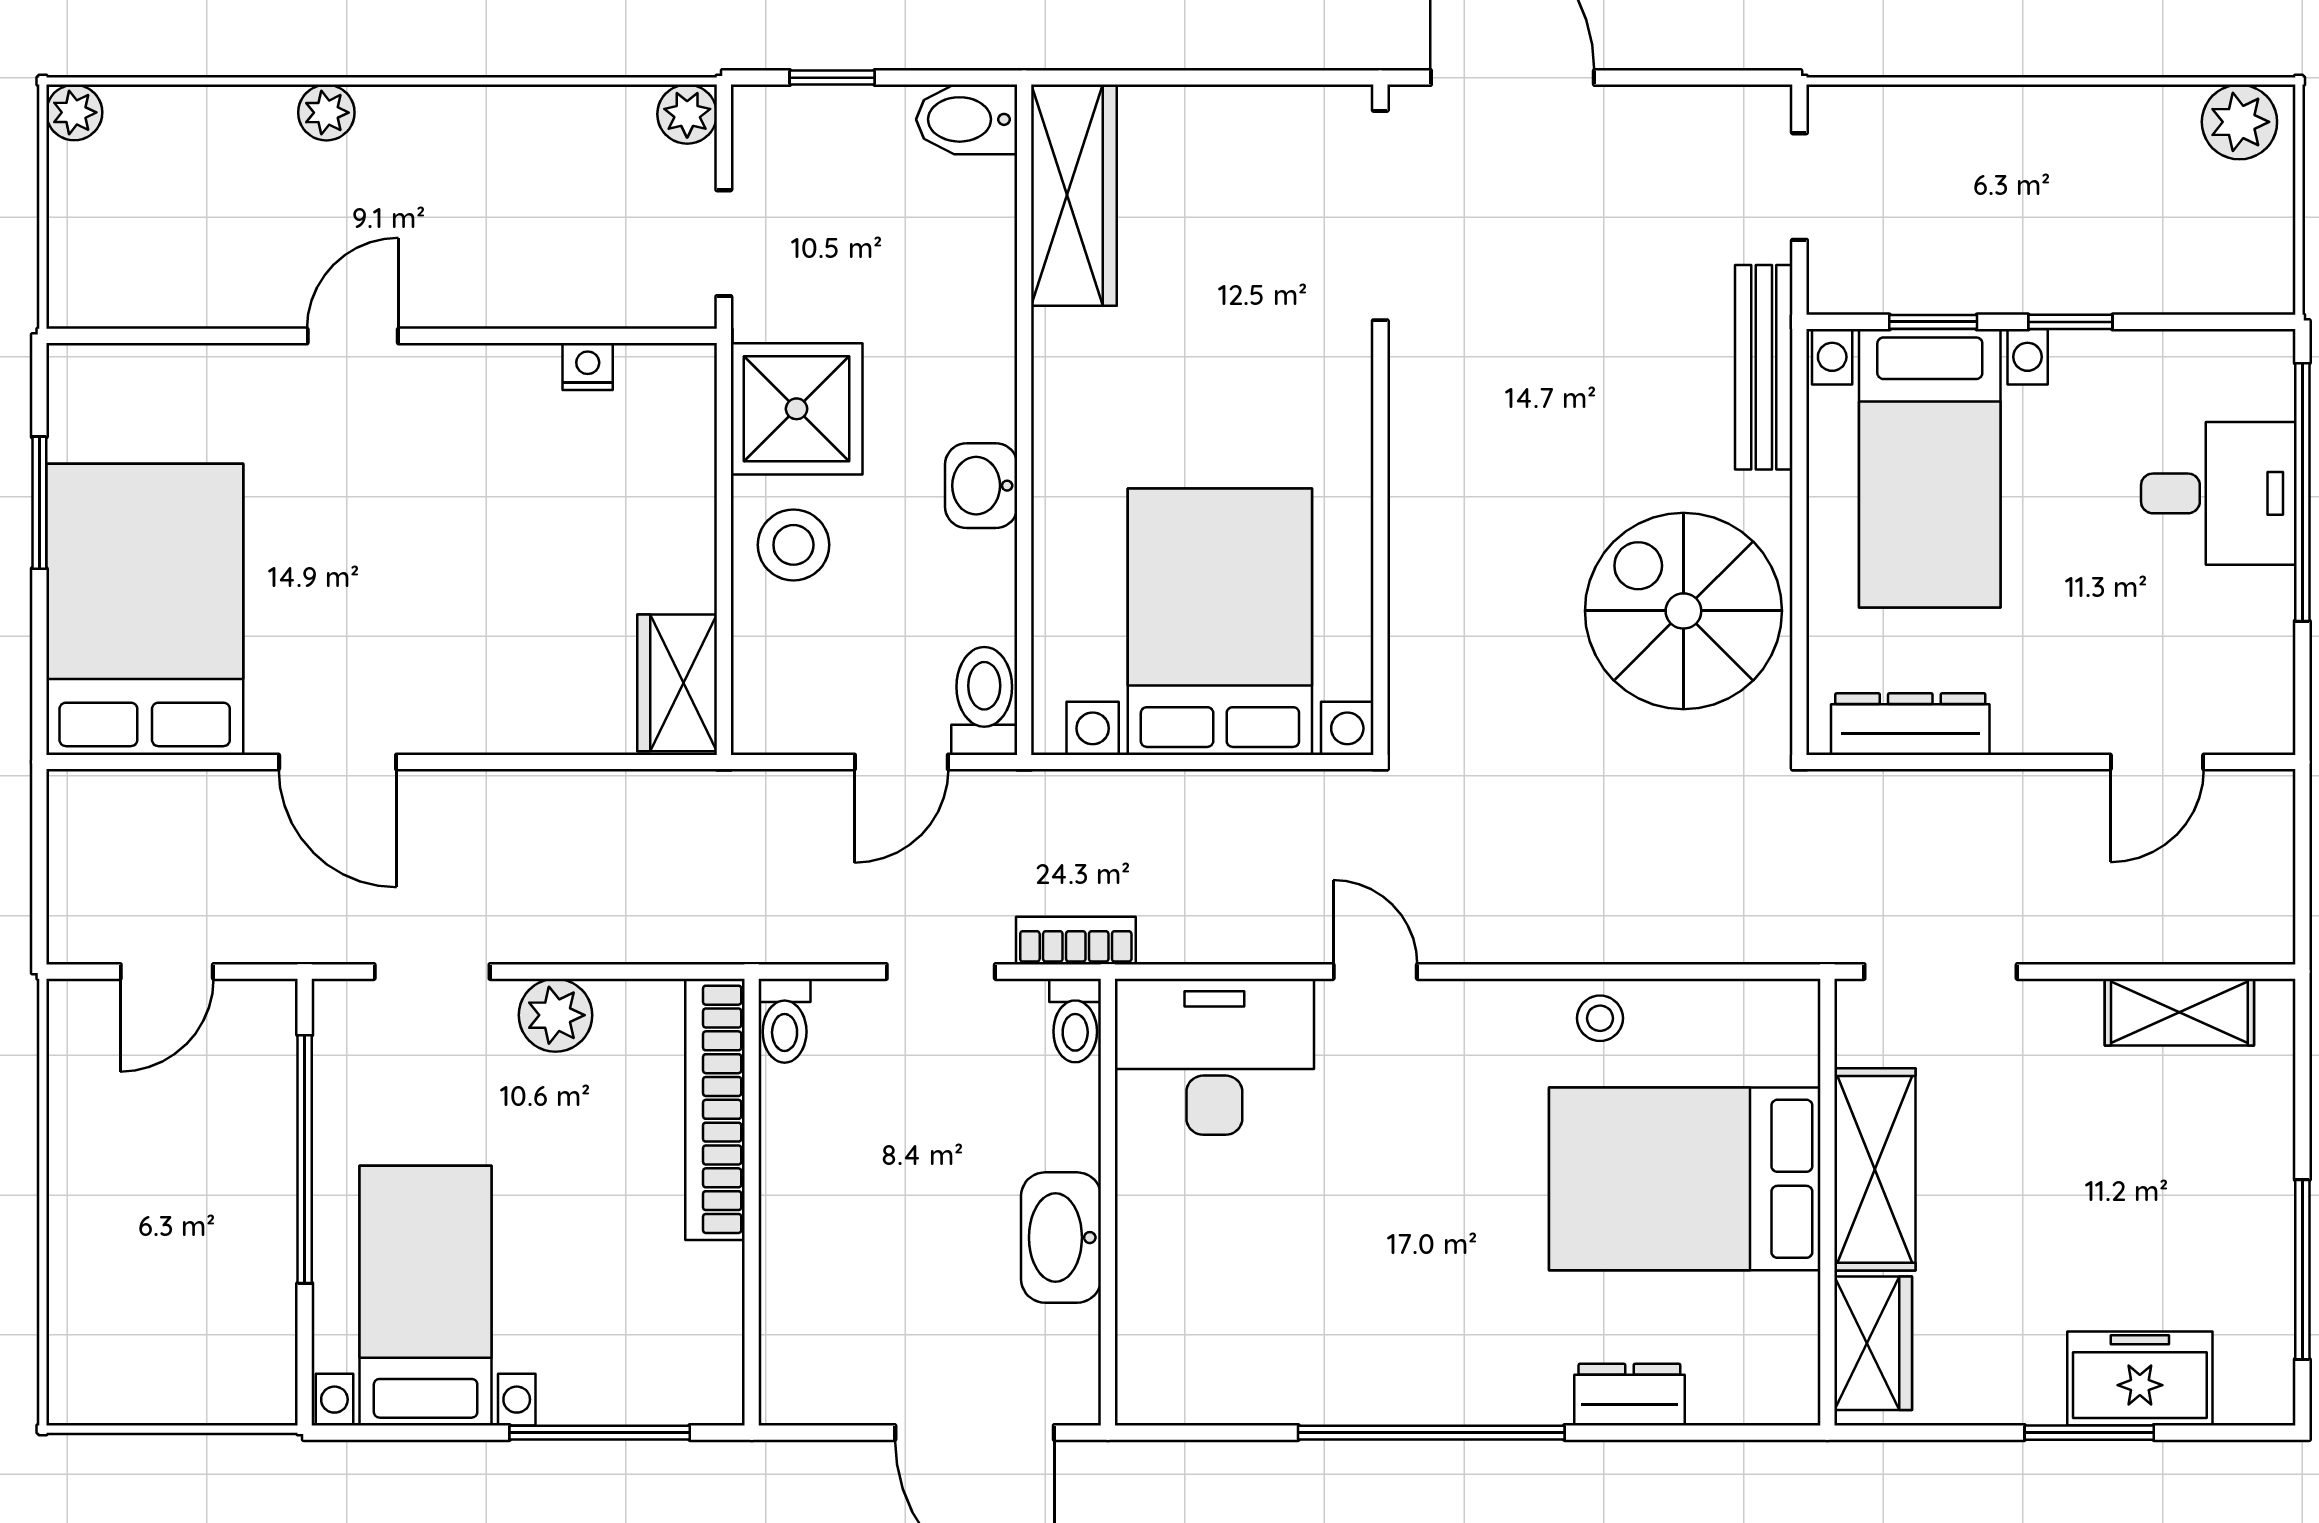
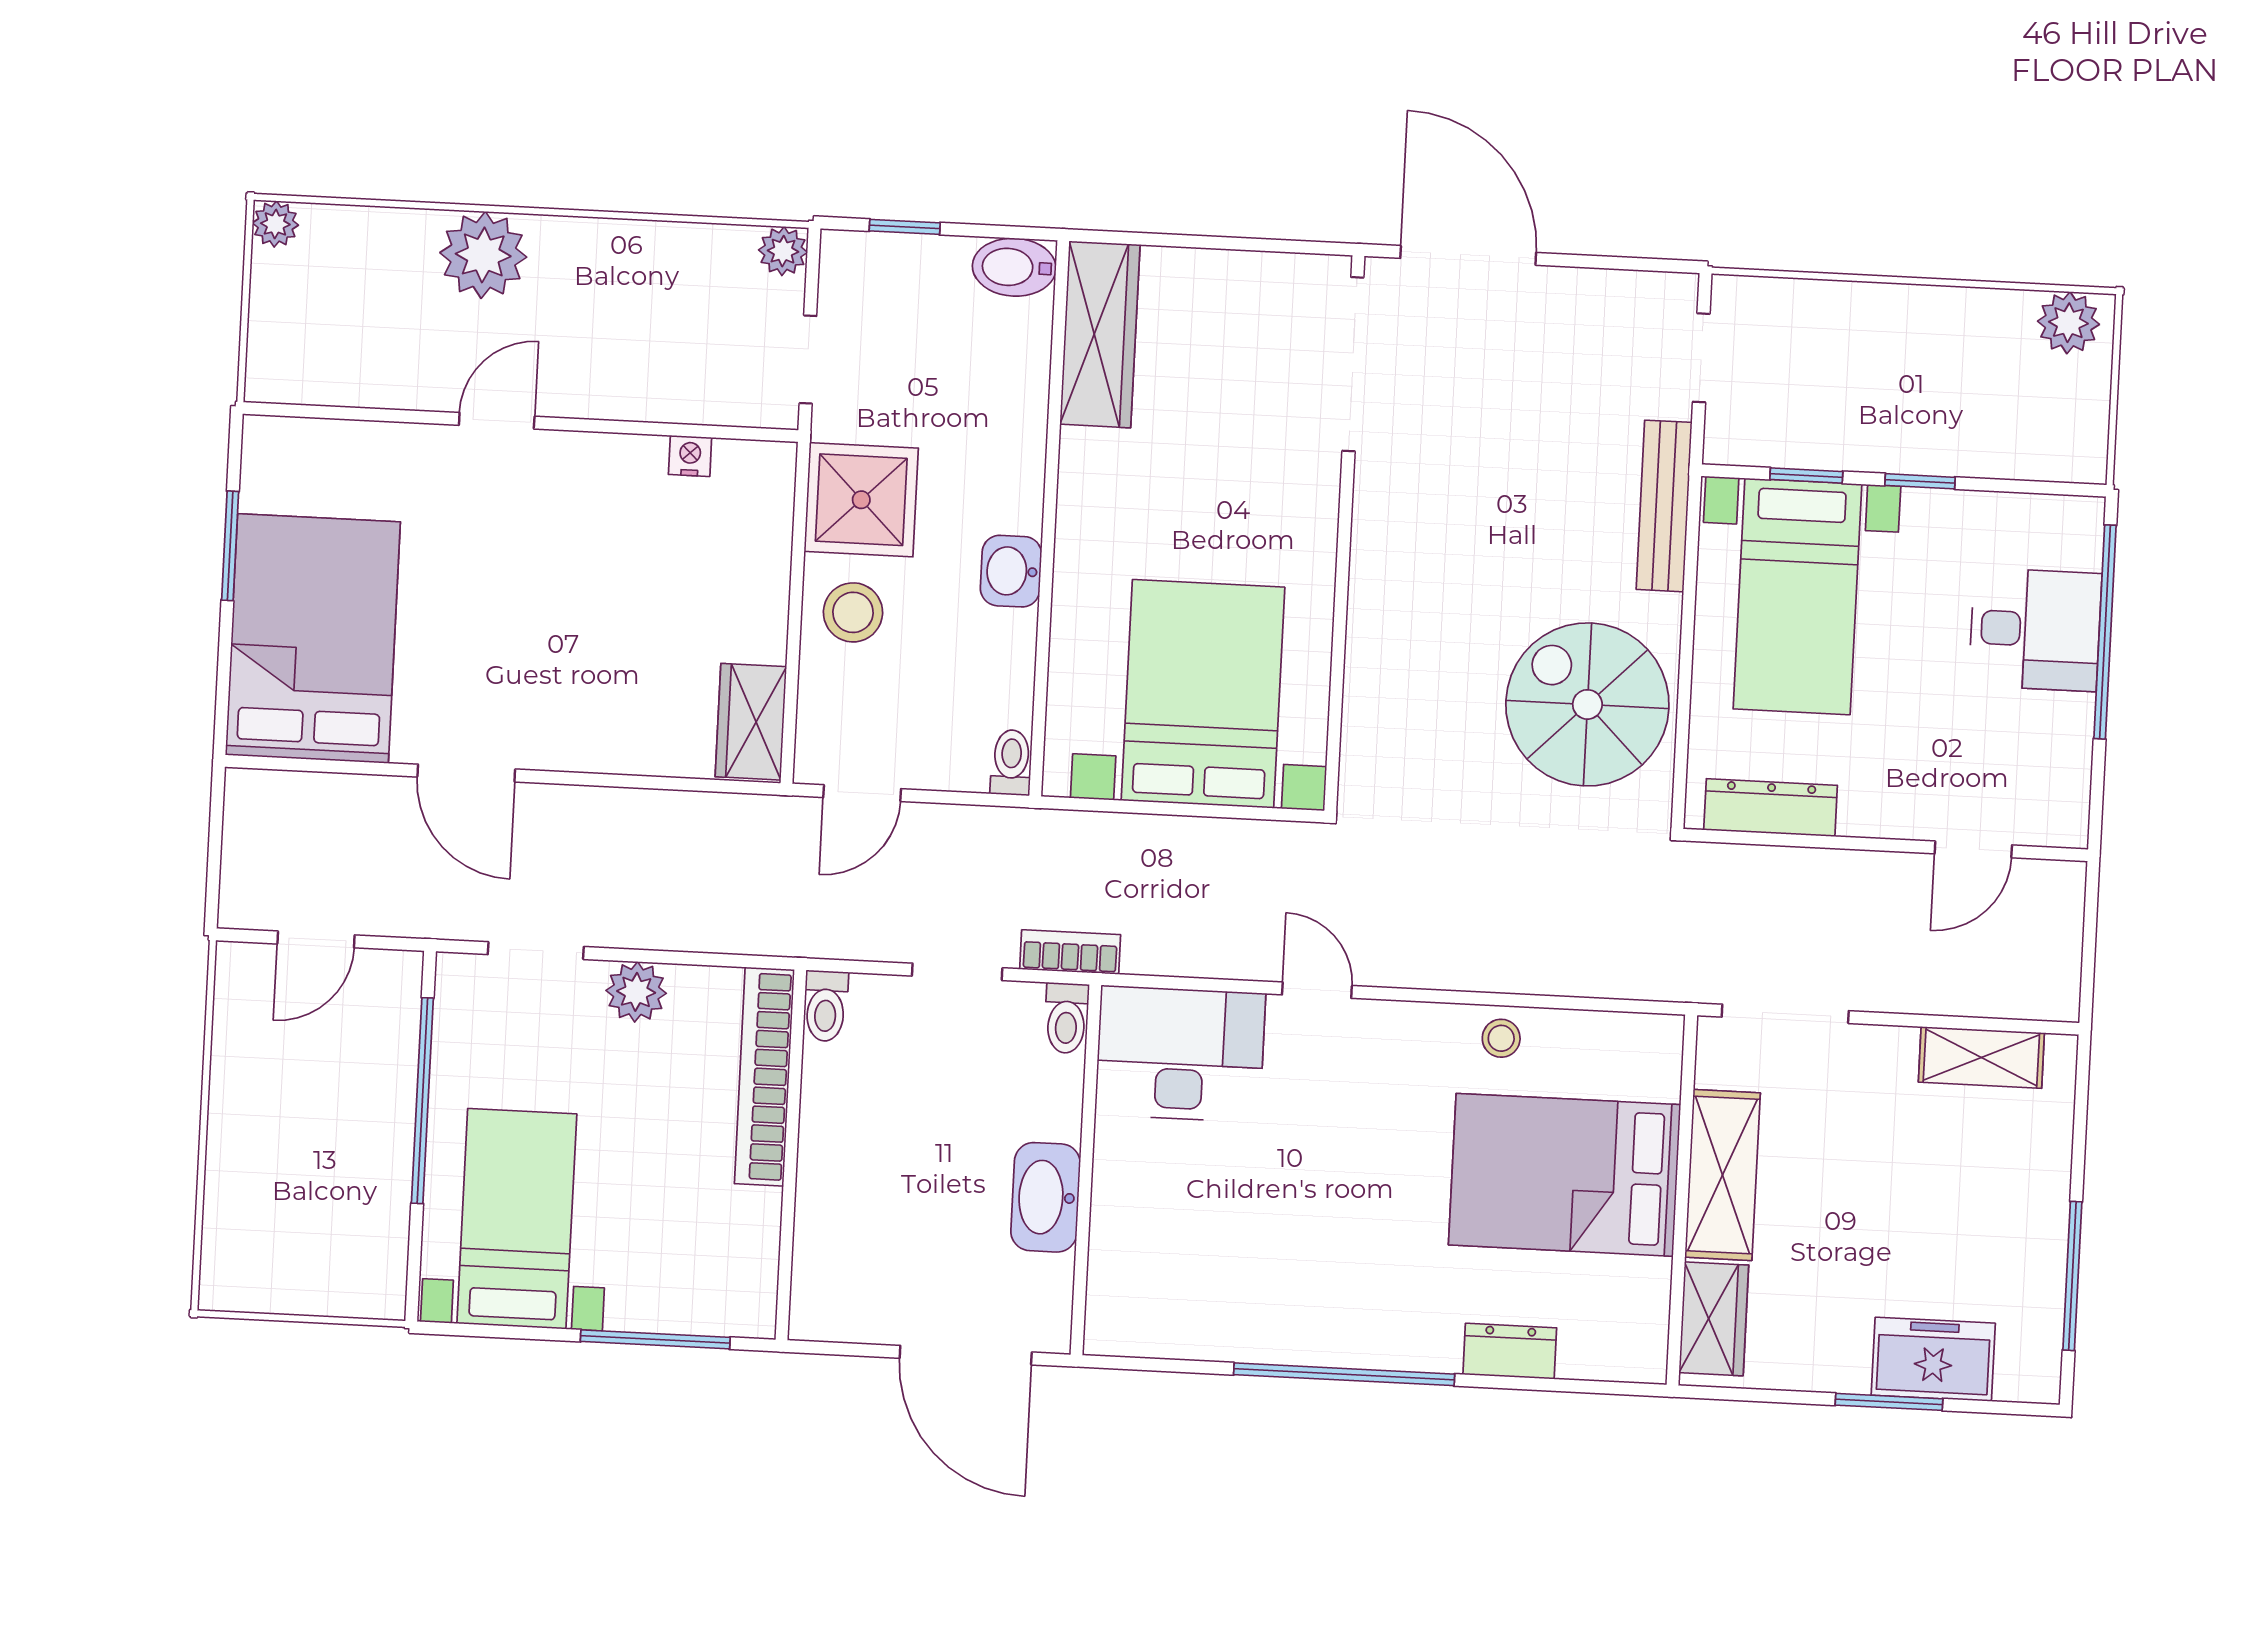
plant: (326, 113) -> (483, 255), width x1.87, depth x1.87
toilet: (984, 701) -> (1011, 762), width x0.73, depth x0.72
door: (901, 762) -> (862, 793), moved

